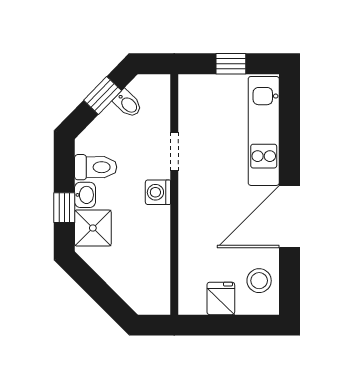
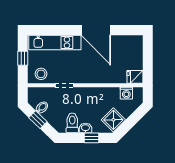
washing machine: (158, 192) -> (126, 93), moved
shower: (93, 228) -> (113, 120), moved, turned 45
stool: (259, 281) -> (41, 74), moved
fridge: (221, 298) -> (135, 77), moved

